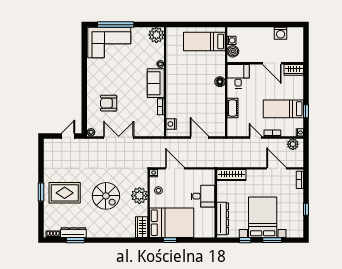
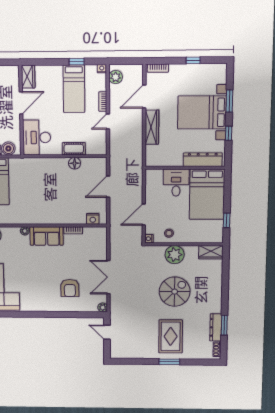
desk: (238, 76) -> (37, 138), width x1.37
floor lamp: (220, 82) -> (75, 163), moved
wardrobe: (231, 175) -> (152, 127), moved
bed: (172, 223) -> (207, 194), moved, turned 180

